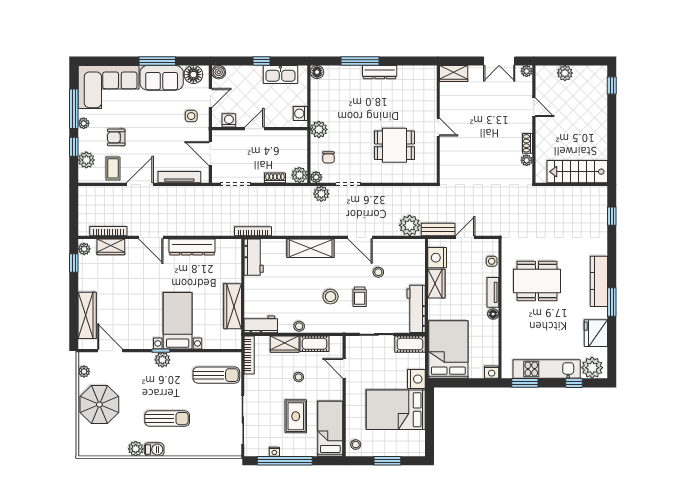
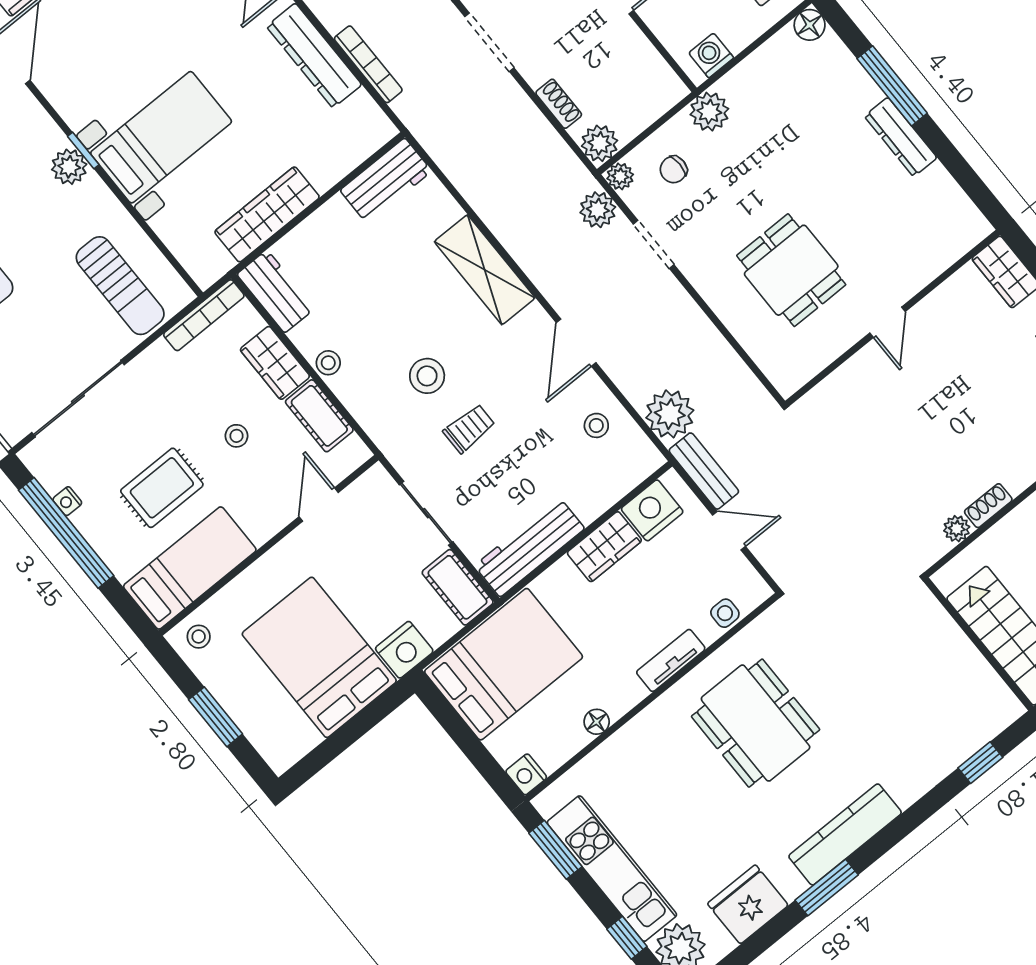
bookcase: (253, 231) -> (368, 64), moved
stool: (378, 272) -> (596, 425), moved
trolley: (360, 297) -> (469, 428), turned 180
floor lamp: (493, 314) -> (597, 722), moved

